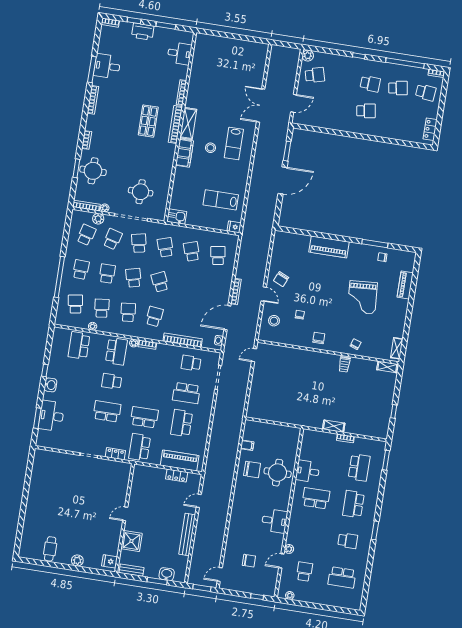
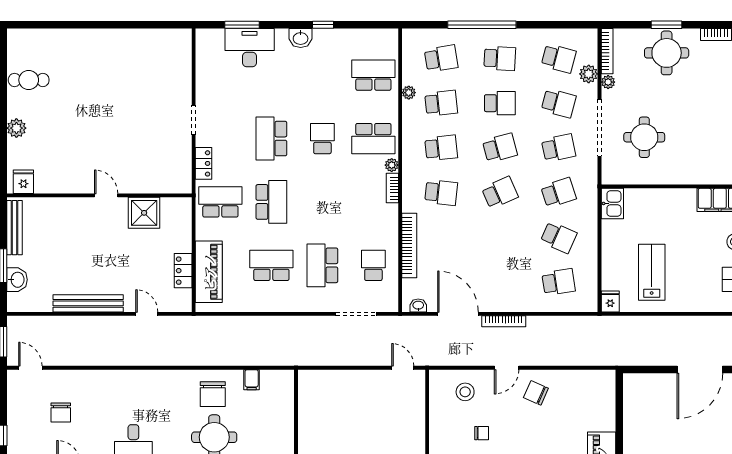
door: (283, 180) -> (700, 370), hinge flipped
school desk: (192, 251) -> (559, 237), turned 42
school desk: (107, 411) -> (271, 139), turned 180
shower: (131, 541) -> (144, 213), moved
bench: (131, 570) -> (14, 228), width x1.36

